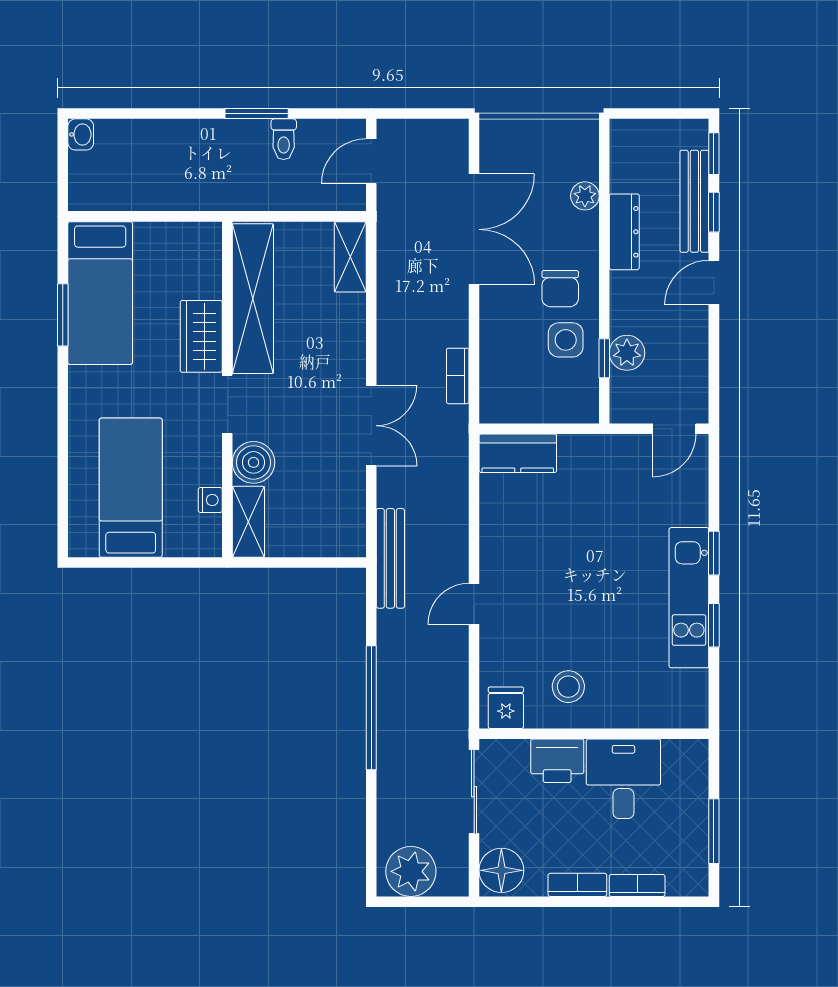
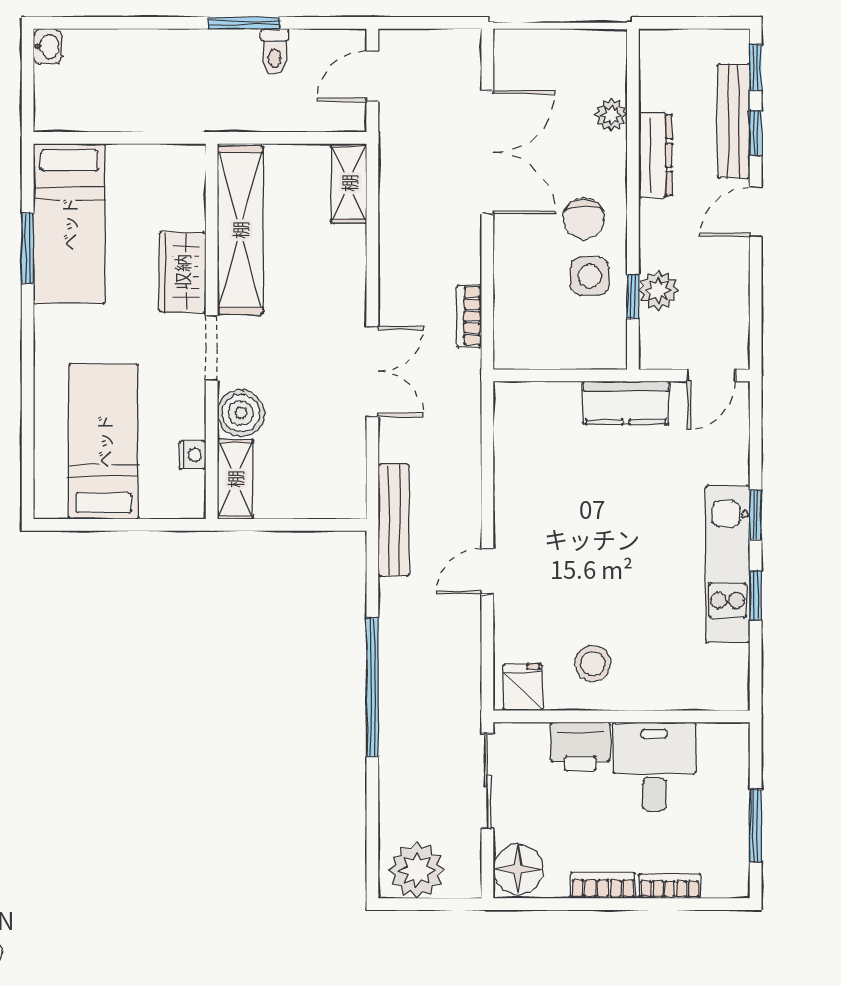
kitchen counter: (518, 453) -> (626, 403), moved

